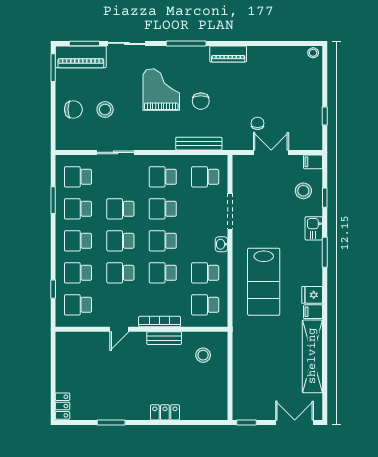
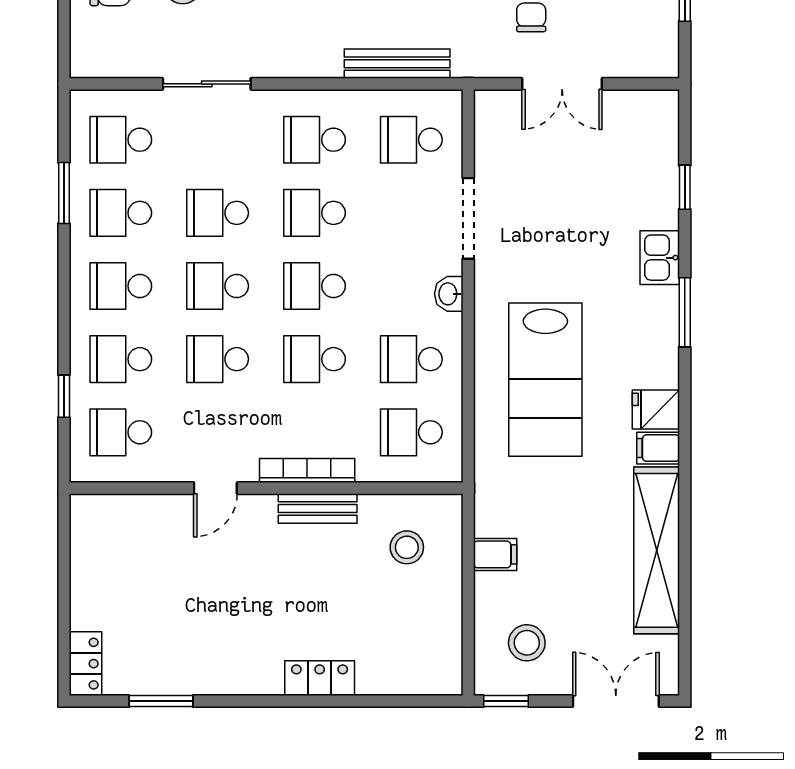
double door: (271, 152) -> (562, 84), swing flipped
filing cabinet: (313, 162) -> (495, 554), moved, turned 180
stool: (303, 191) -> (527, 643), moved
window: (111, 422) -> (161, 701), moved

